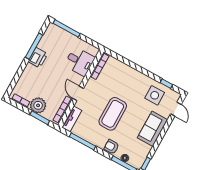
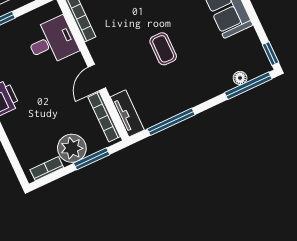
door: (78, 93) -> (97, 77), hinge flipped
coffee table: (113, 114) -> (163, 49), width x0.54, depth x0.58
armchair: (111, 147) -> (210, 85), removed

